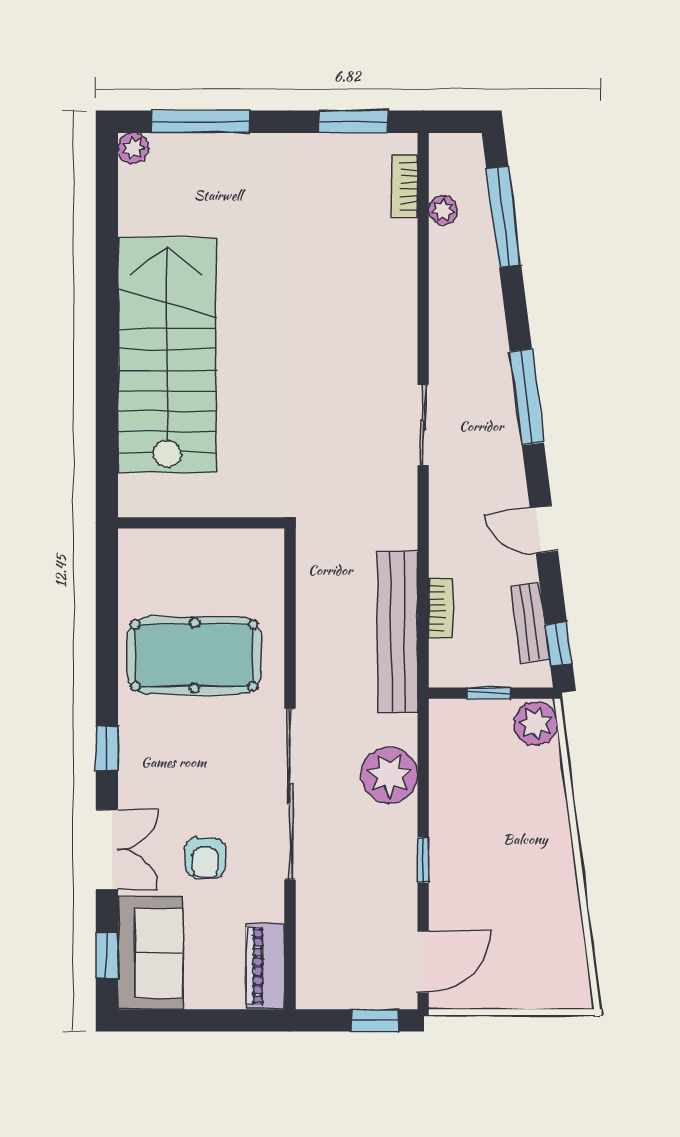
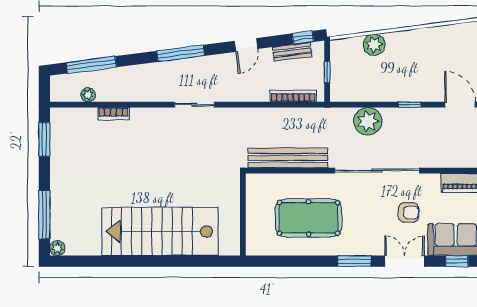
bookcase: (405, 186) -> (113, 114), moved
bookcase: (441, 608) -> (293, 96), width x1.56
bench: (398, 632) -> (288, 158), moved
pool table: (194, 655) -> (308, 218), turned 90
plant: (536, 724) -> (374, 45), moved
window: (107, 748) -> (354, 261), width x1.50

